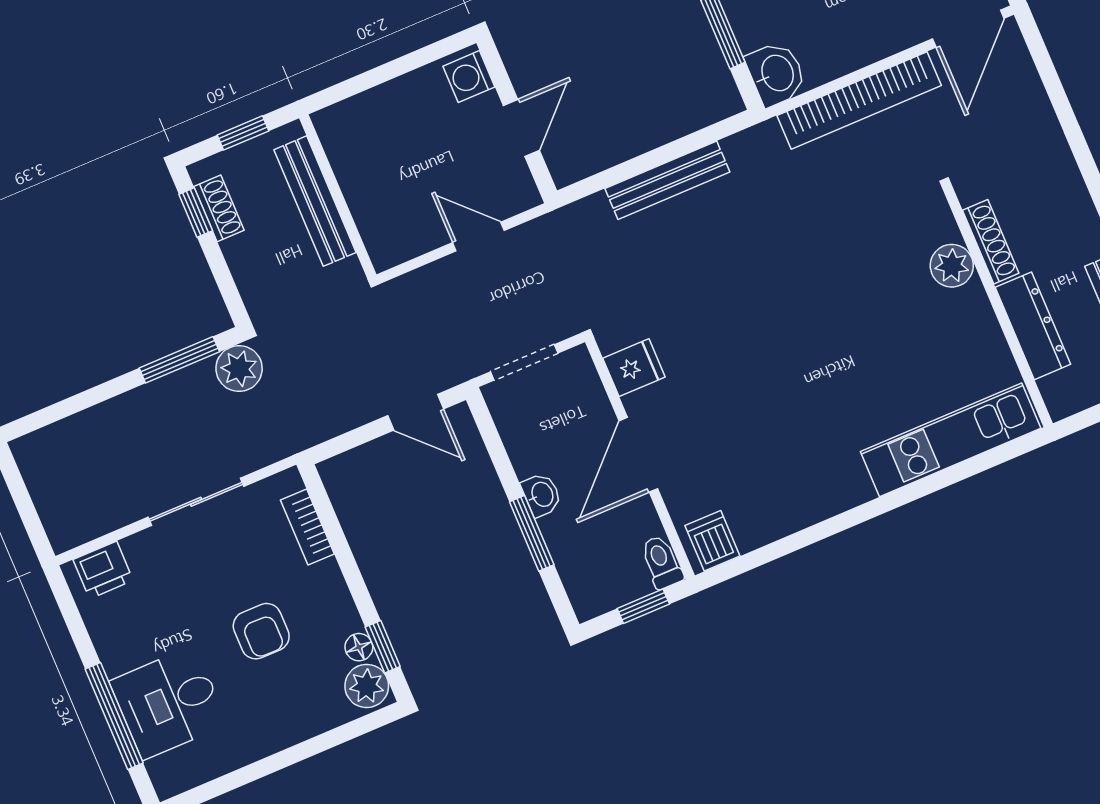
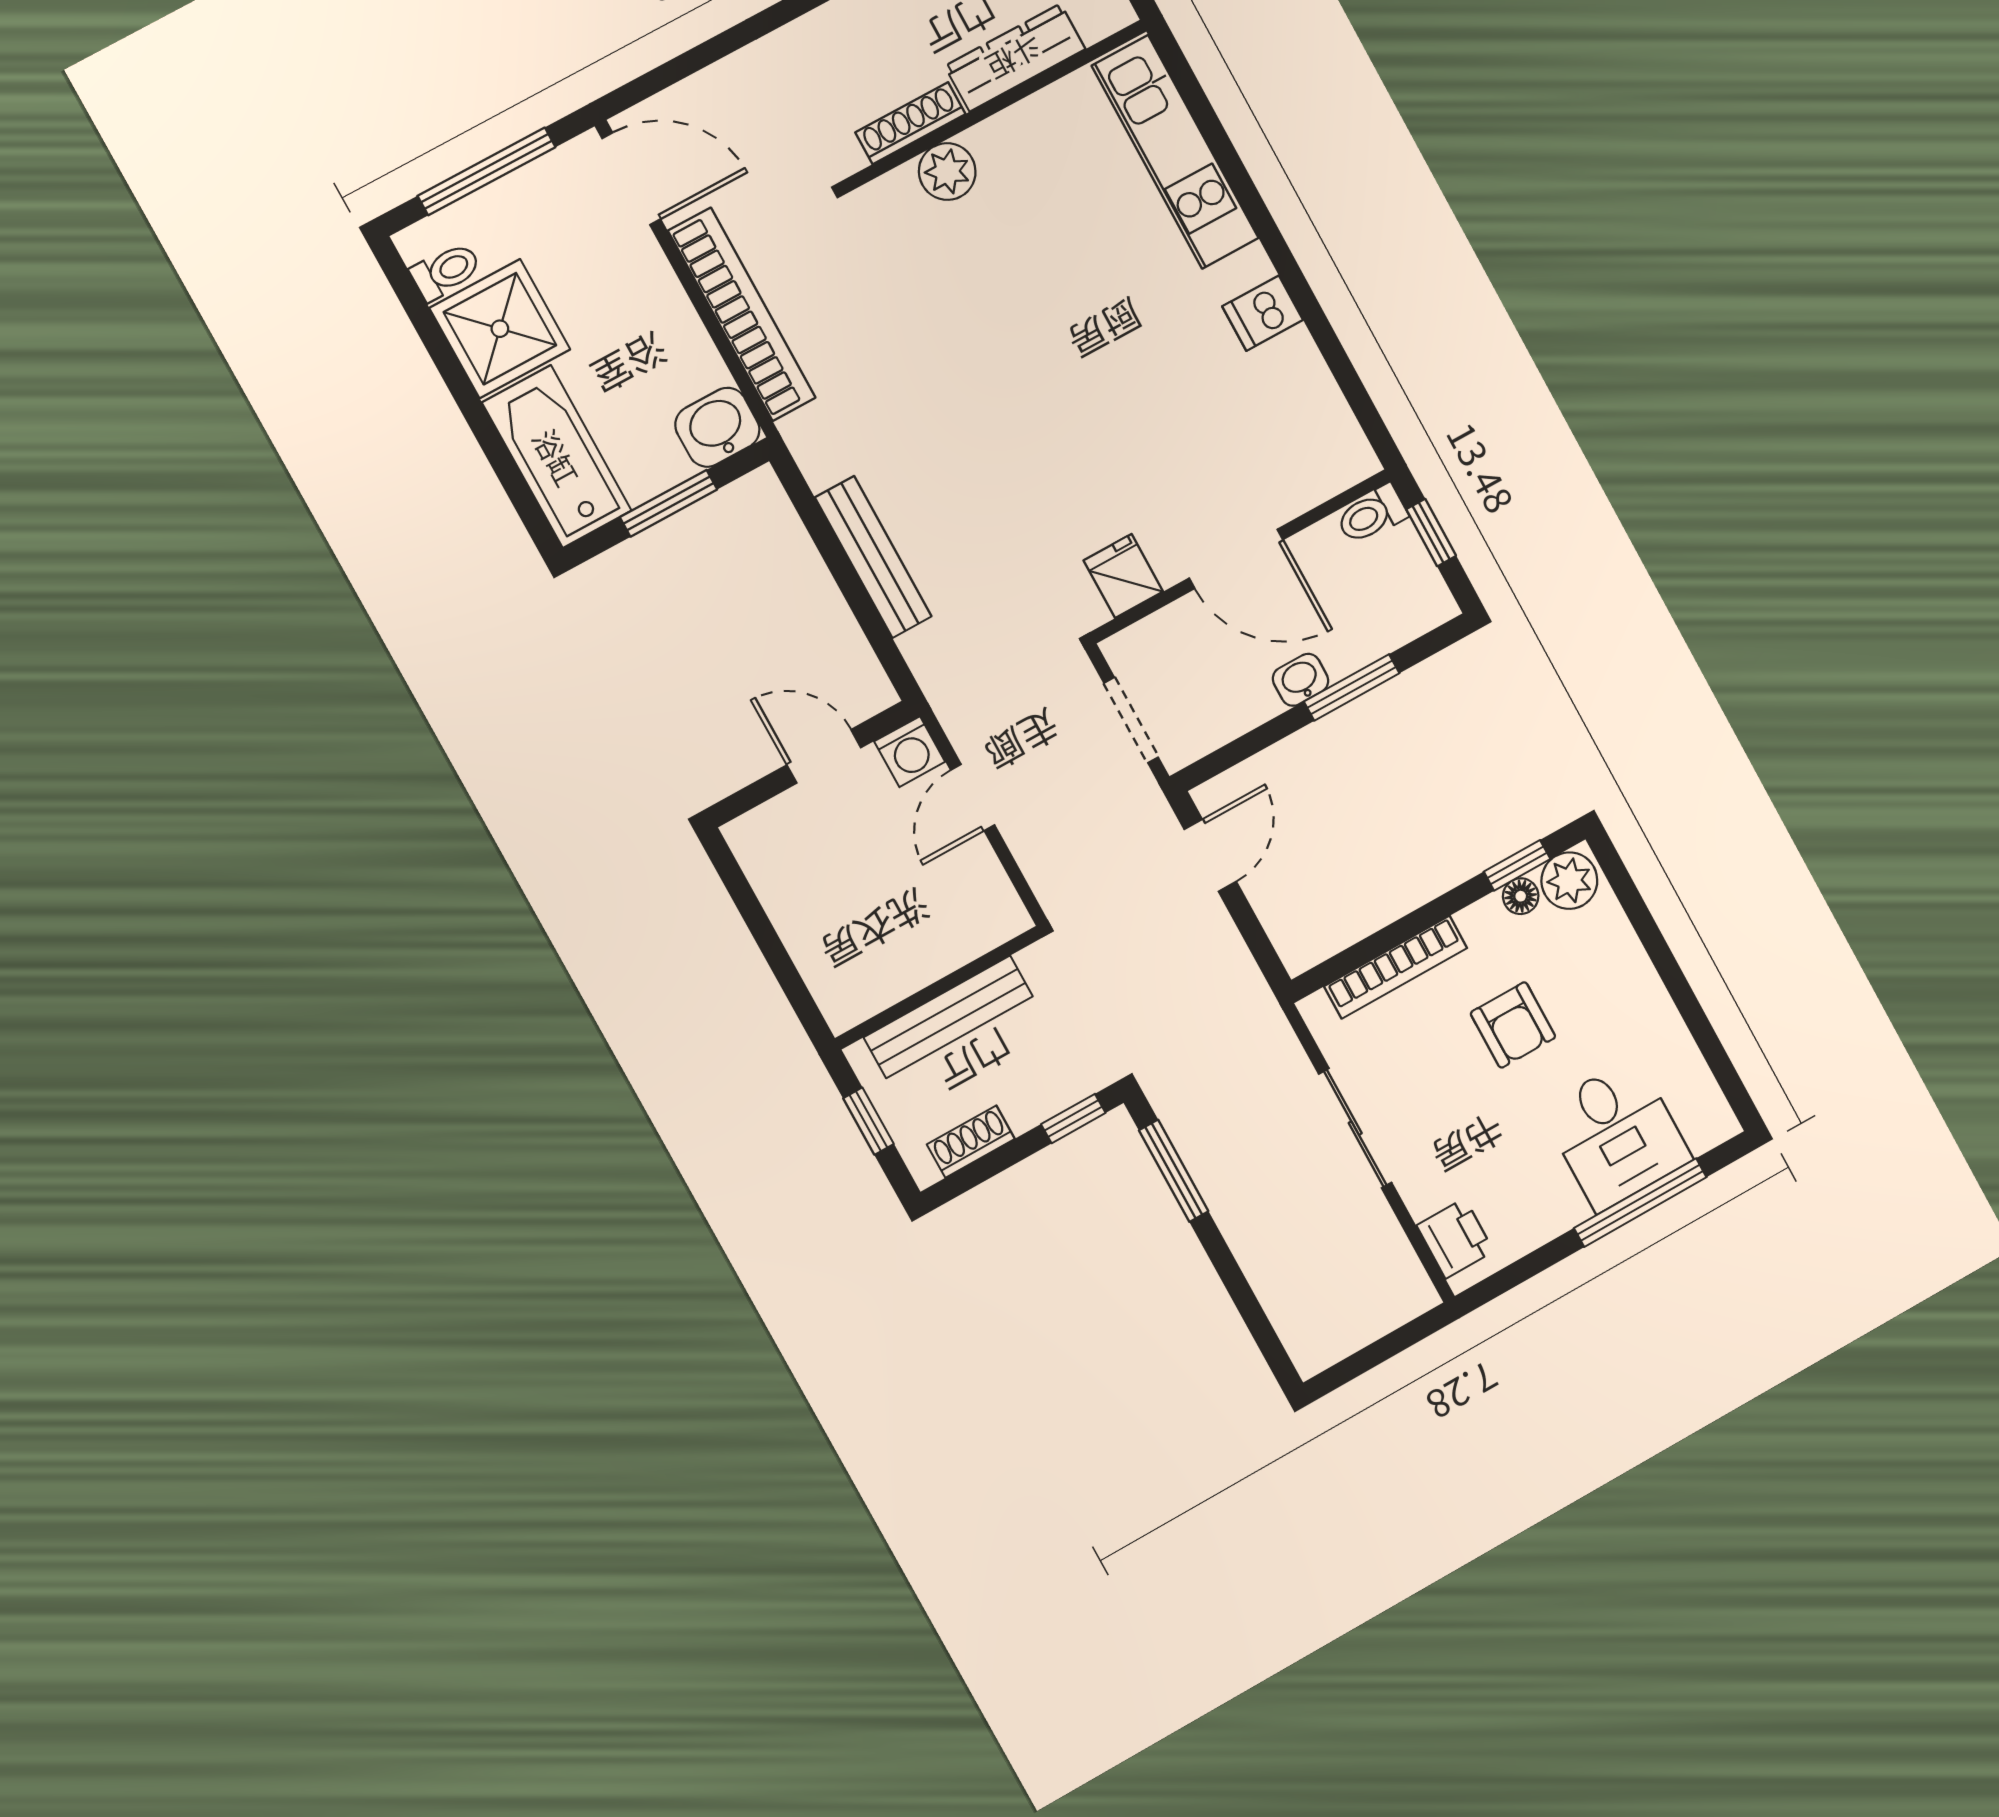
washing machine: (469, 77) -> (910, 751), moved
window: (196, 213) -> (1073, 1119), moved
plant: (239, 369) -> (1177, 1092), removed
bookcase: (307, 527) -> (1396, 967), width x1.56
dishwasher: (712, 541) -> (1263, 313), moved
armchair: (261, 631) -> (1513, 1025), turned 90

